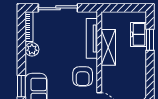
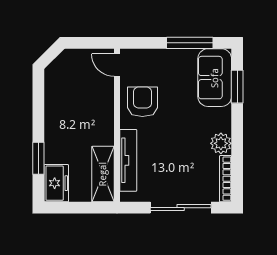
freezer: (138, 34) -> (56, 183), moved
shelving: (108, 47) -> (103, 174), moved

